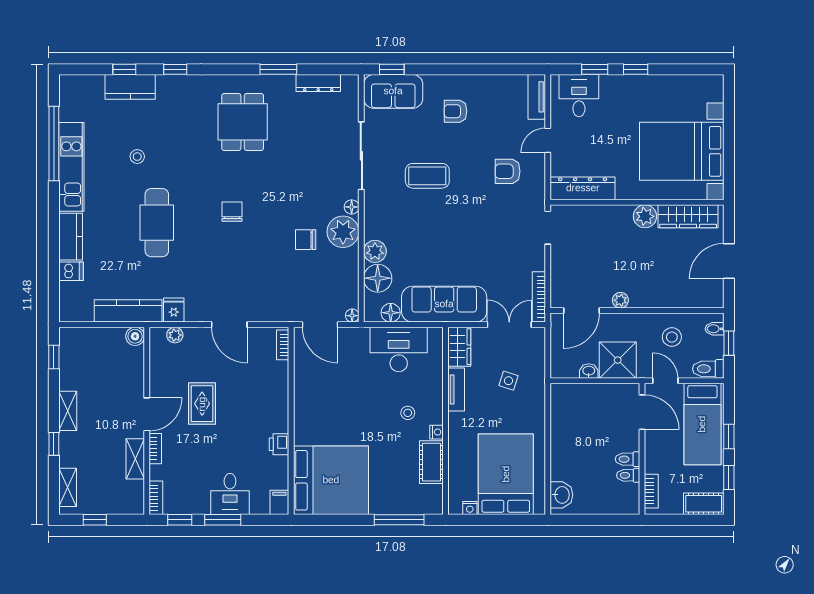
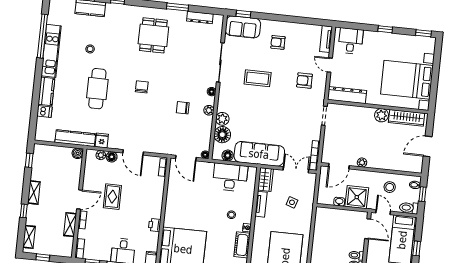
window: (595, 69) -> (423, 33), moved
door: (548, 140) -> (330, 65), hinge flipped
plant: (343, 232) -> (209, 110), width x0.53, depth x0.53
floor lamp: (194, 336) -> (112, 157), added

